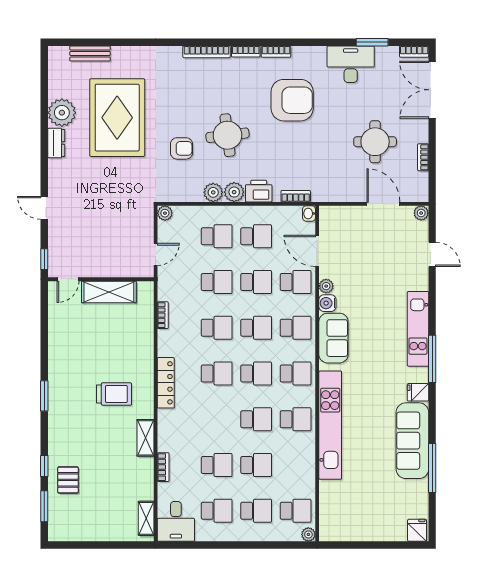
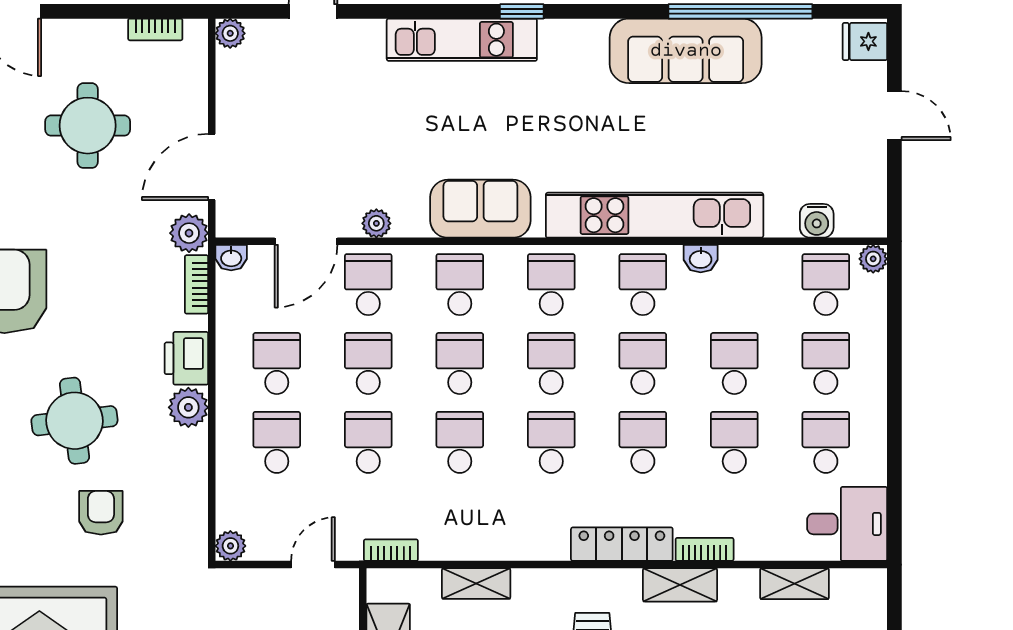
bookcase: (423, 157) -> (155, 29), moved
plant: (213, 192) -> (189, 233), moved
door: (383, 204) -> (212, 167), moved
door: (156, 254) -> (313, 565), hinge flipped
water cooler: (327, 303) -> (817, 221), moved
bookcase: (163, 315) -> (391, 550), moved
shelving: (146, 336) -> (476, 584), added
window: (432, 359) -> (522, 11), width x0.46
locker: (166, 383) -> (622, 544), moved
fridge: (418, 392) -> (589, 40), removed
school desk: (217, 419) -> (643, 442), added
washbasin: (309, 448) -> (701, 259), added
bookcase: (163, 467) -> (705, 549), moved
window: (432, 468) -> (740, 11), width x1.46
shelving: (146, 518) -> (794, 584), moved
door: (380, 545) -> (894, 116), added

